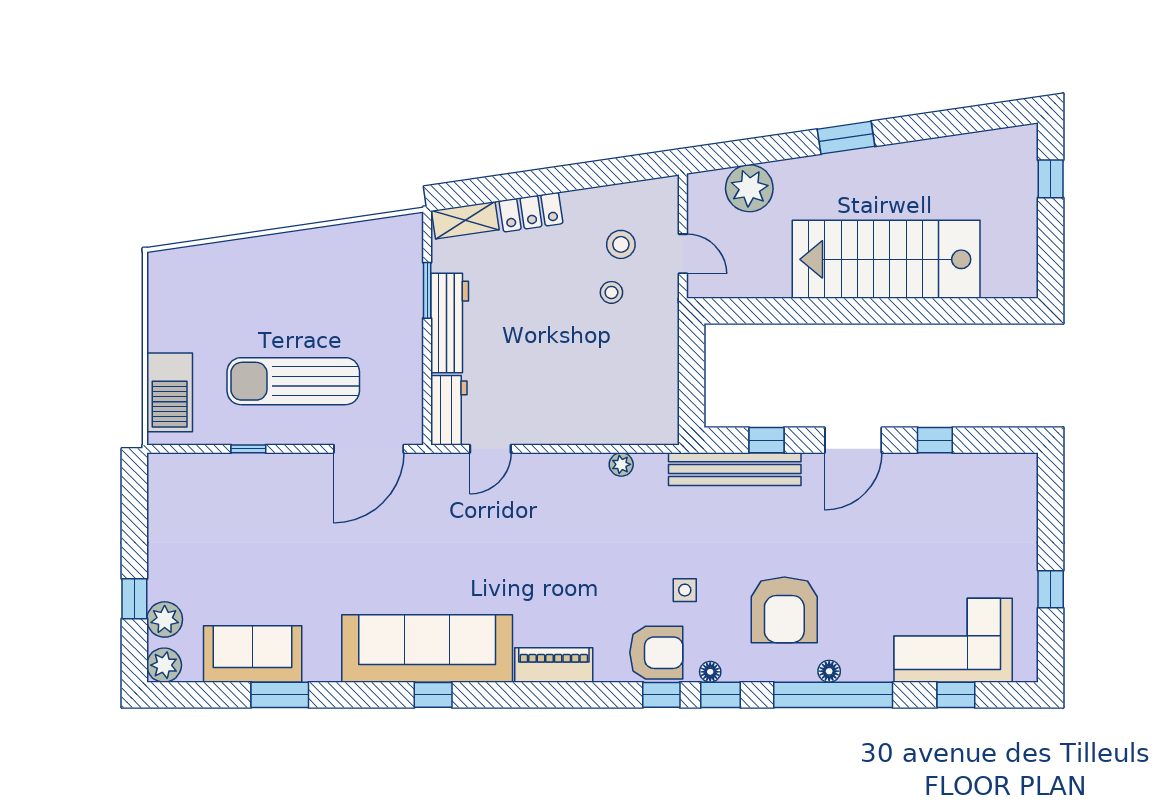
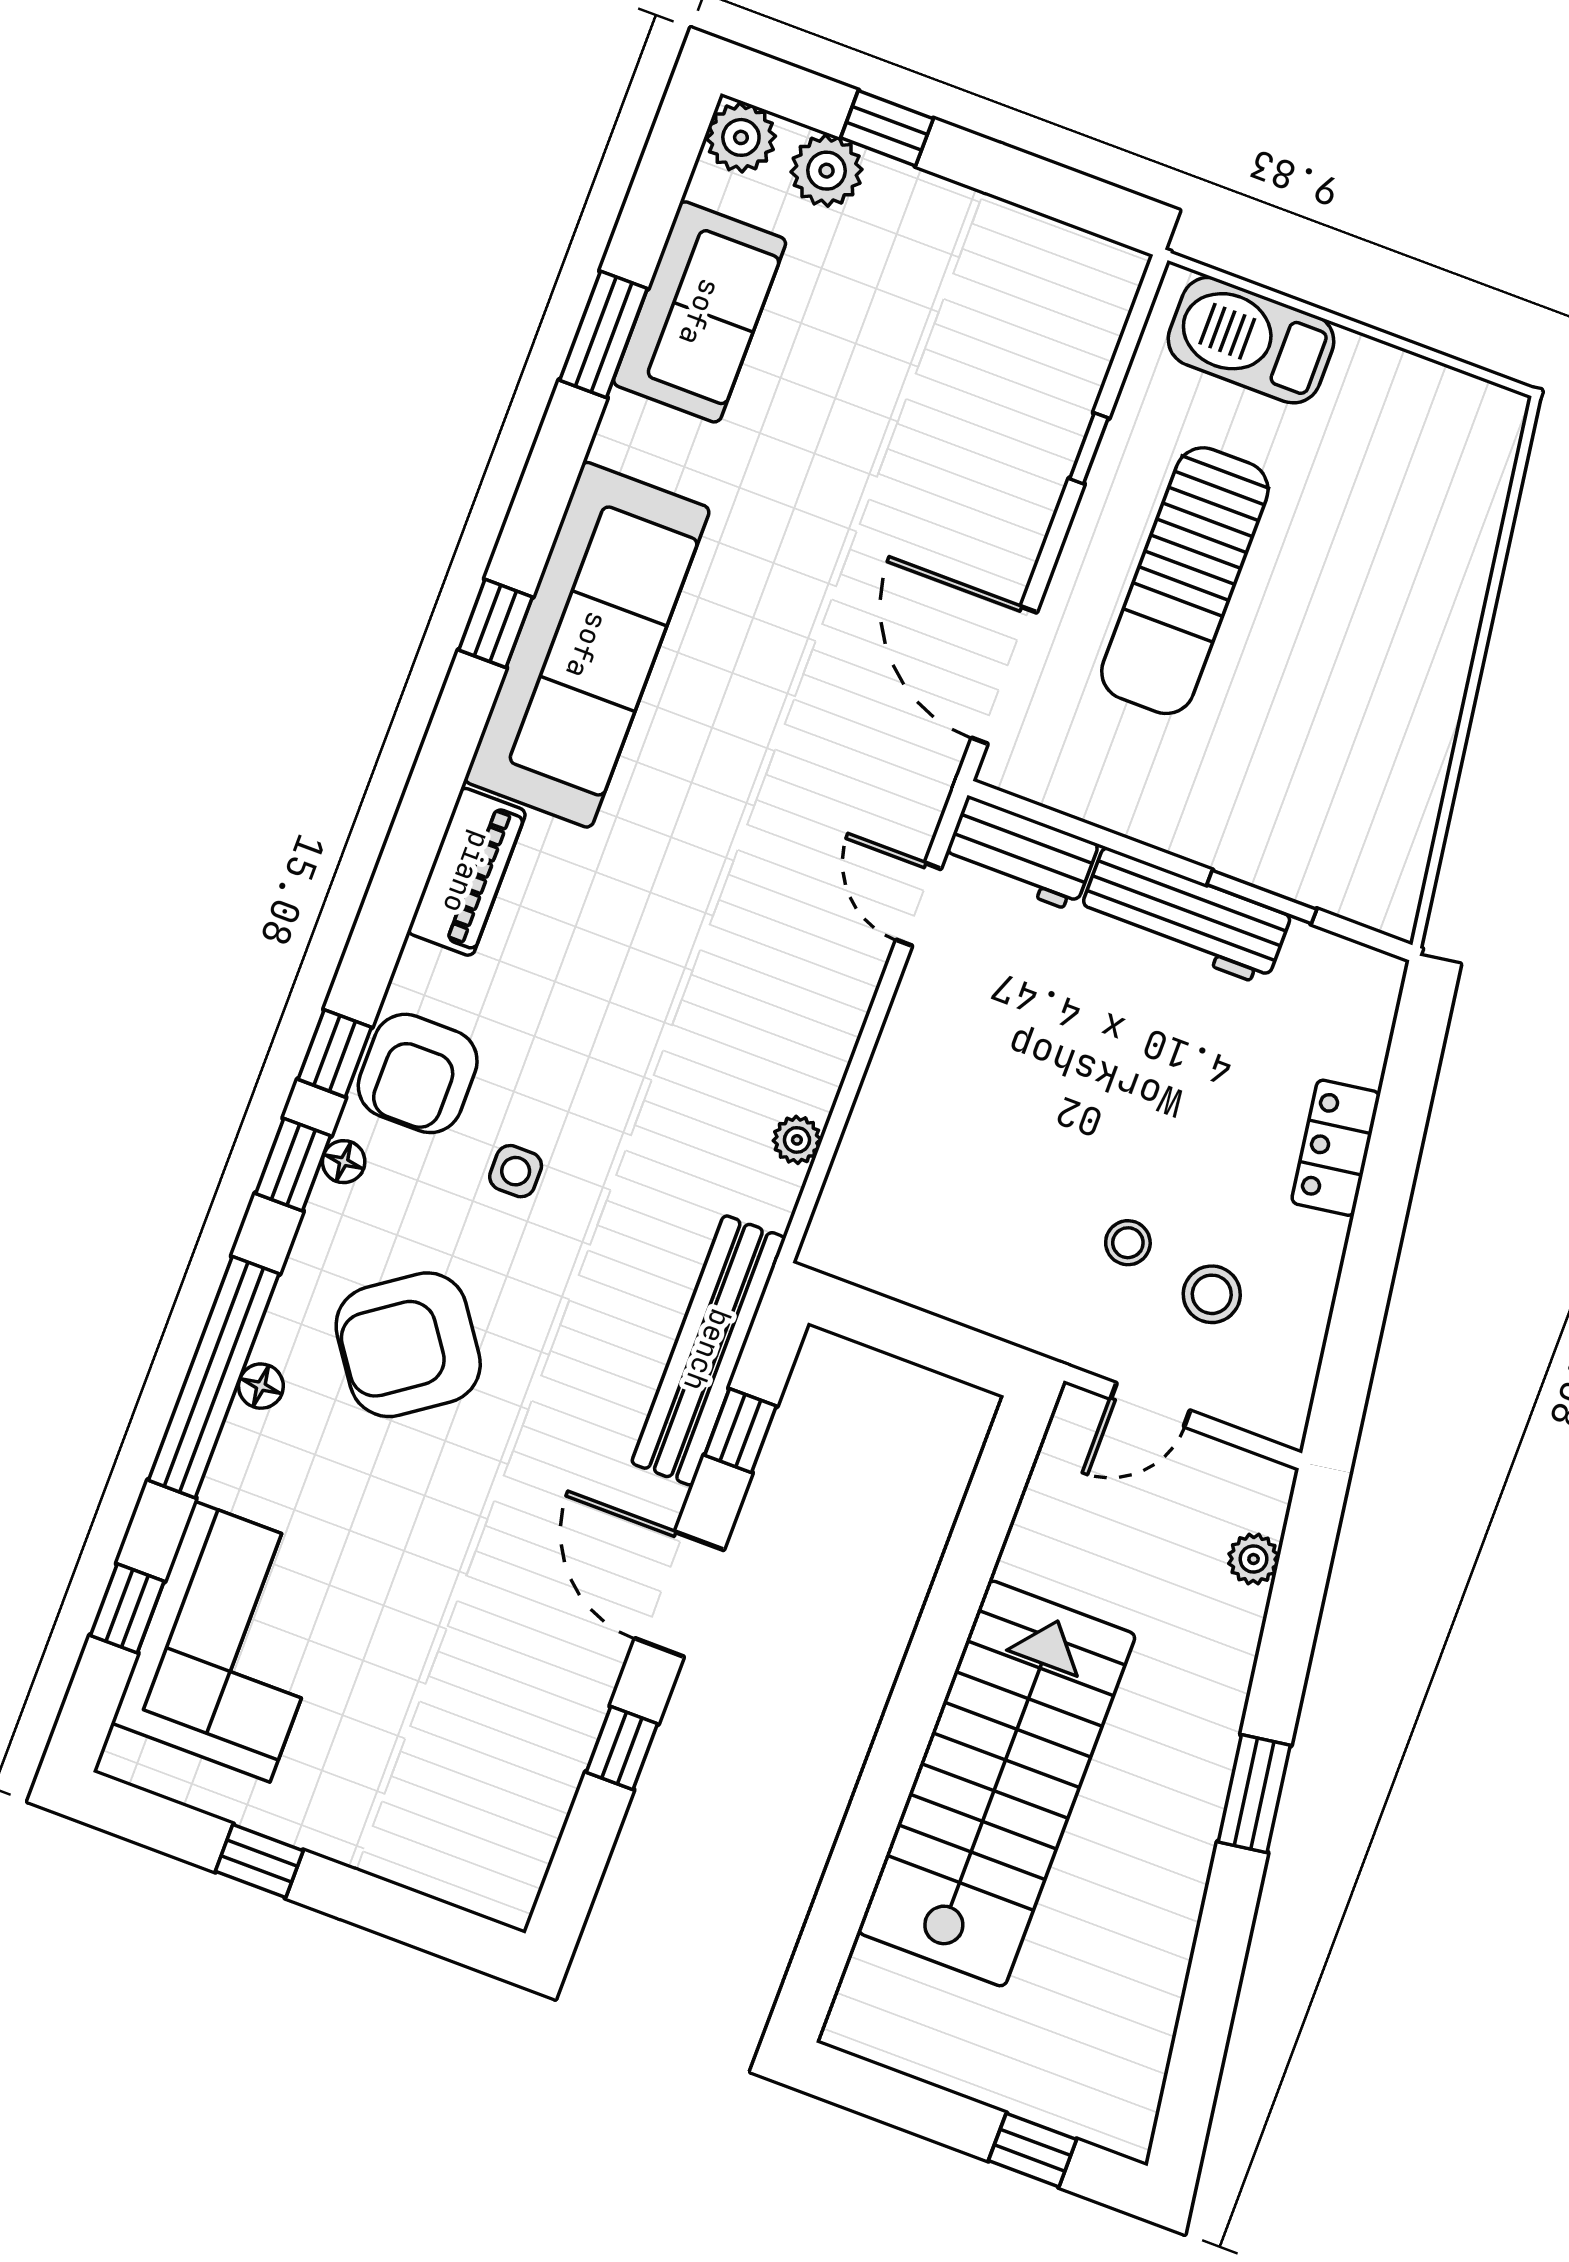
plant: (749, 188) -> (1254, 1559), width x0.53, depth x0.53
shelving: (465, 220) -> (1367, 1018), removed
sun lounger: (293, 381) -> (1185, 581), turned 180
armchair: (784, 610) -> (408, 1345), turned -35

